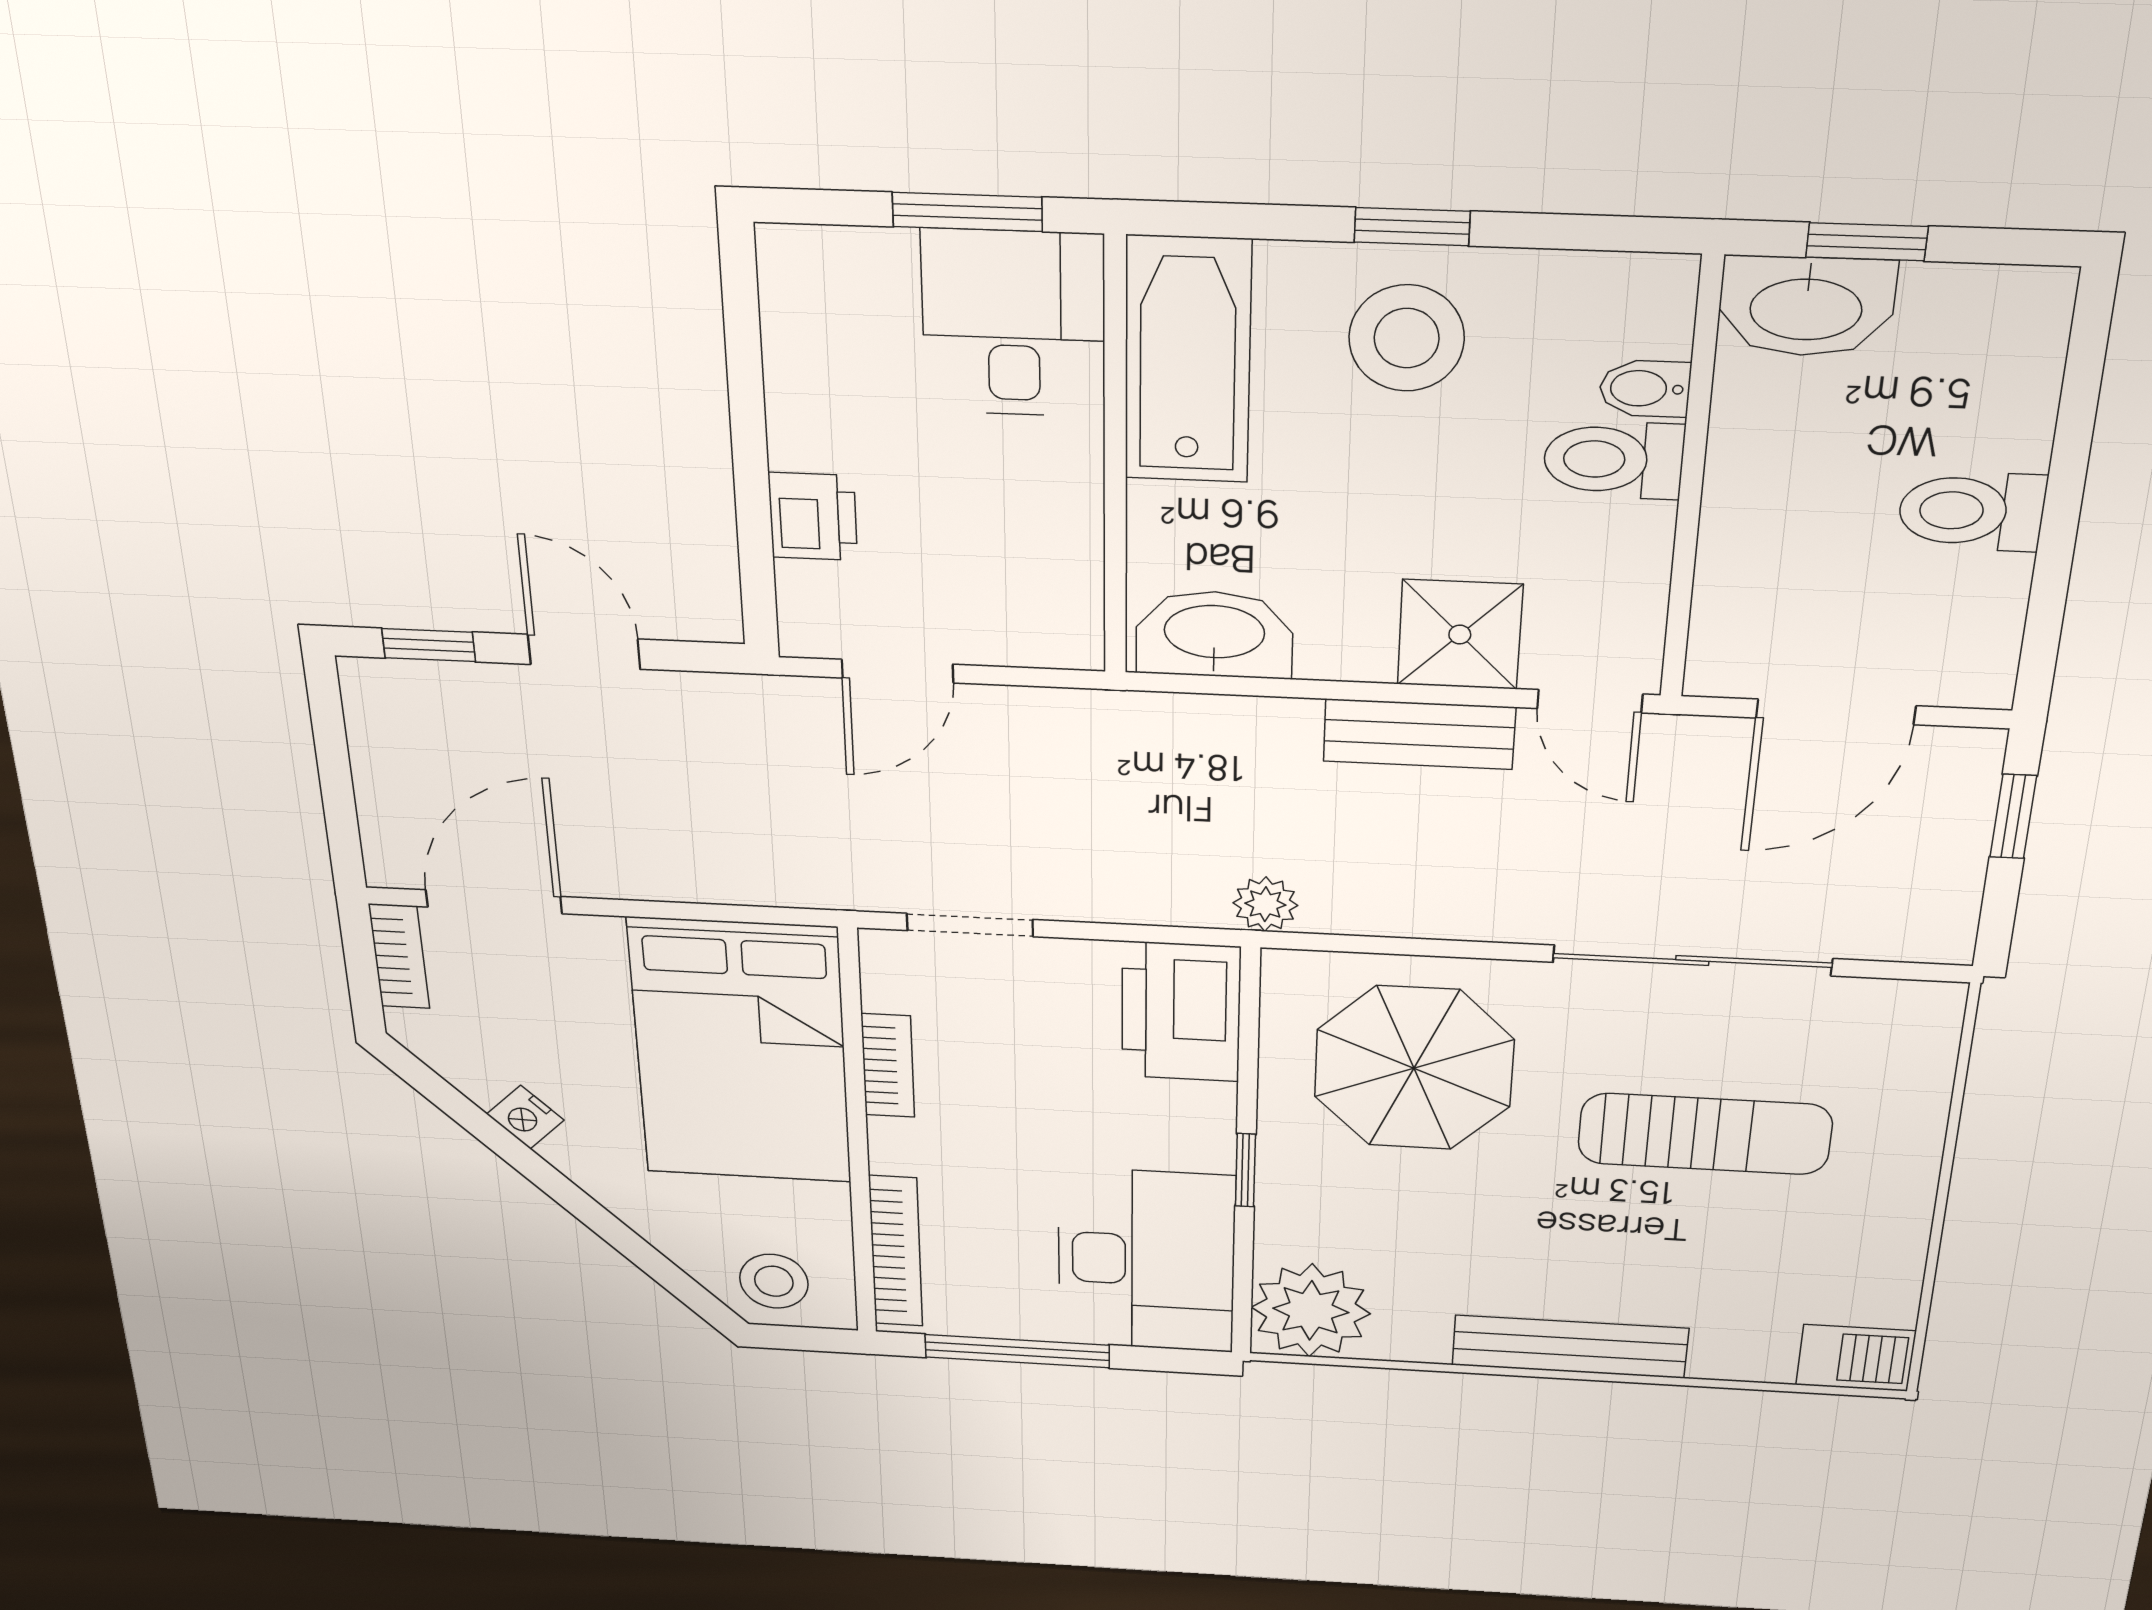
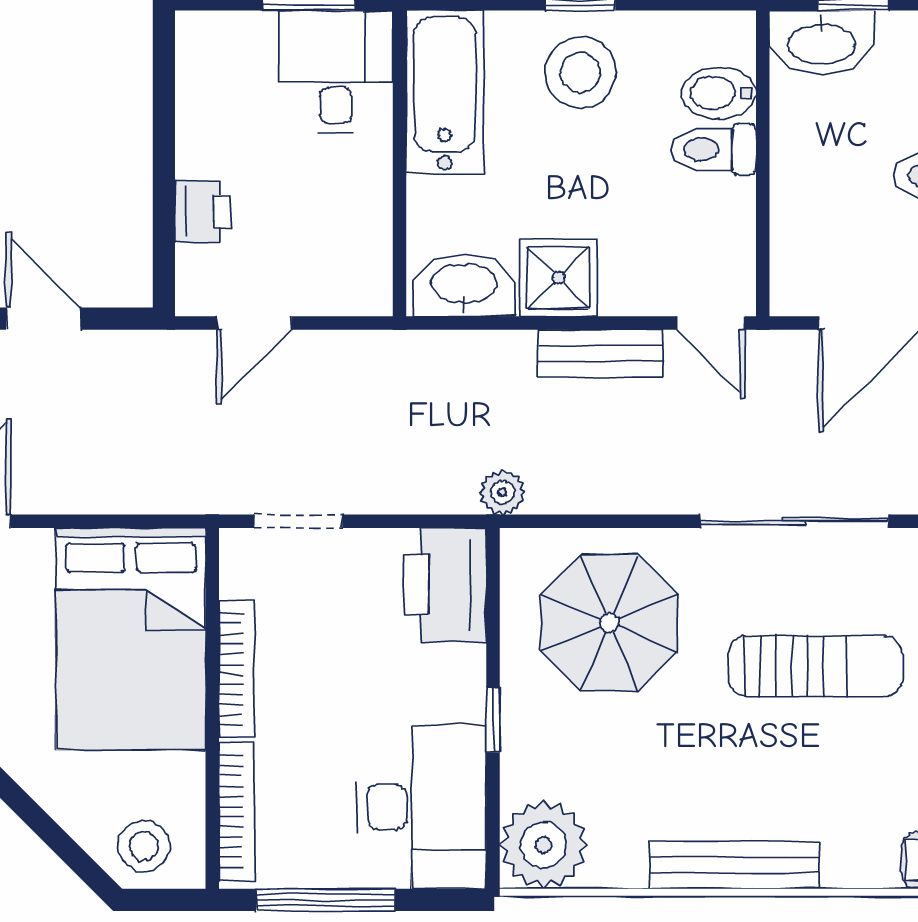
bidet: (1645, 388) -> (719, 93), width x1.38, depth x1.36
shower: (1460, 635) -> (558, 278), moved
bookcase: (888, 1066) -> (237, 669), width x1.56

